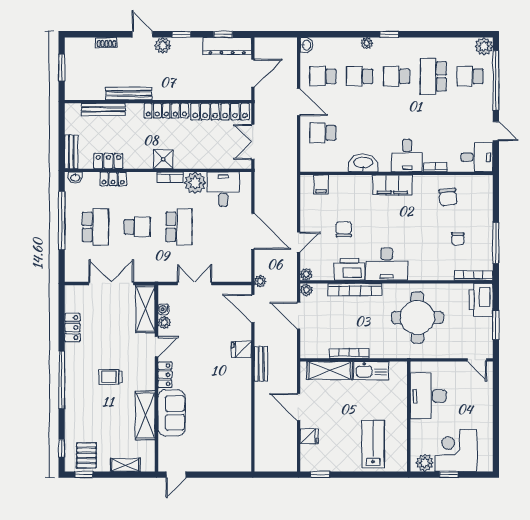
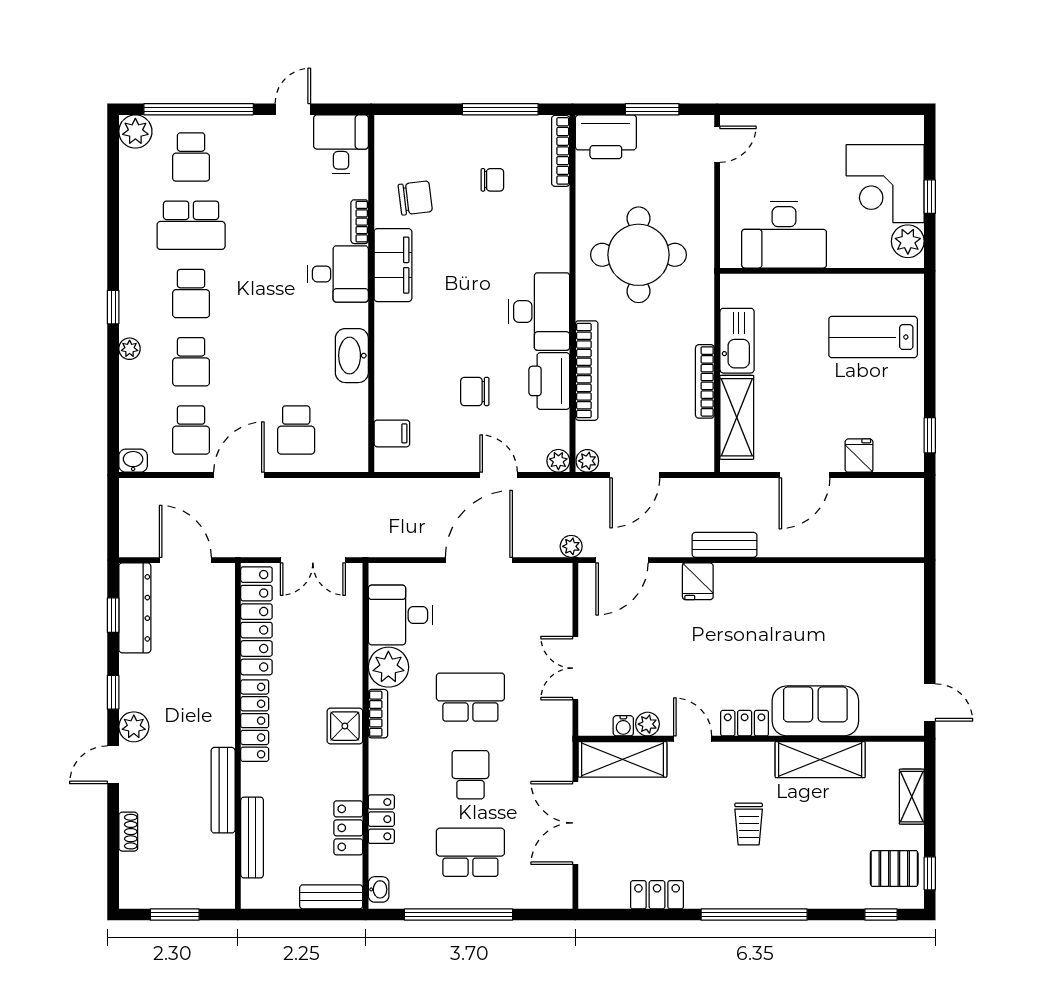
filing cabinet: (392, 185) -> (393, 265), moved

